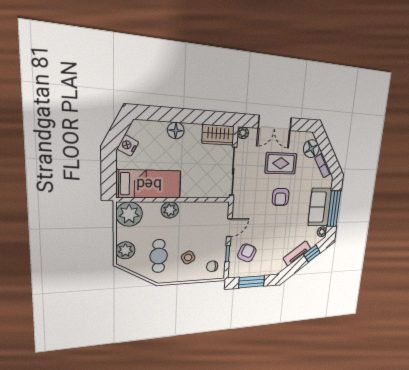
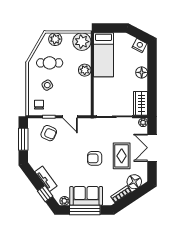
nightstand: (128, 145) -> (139, 46), moved

